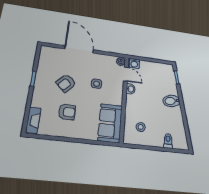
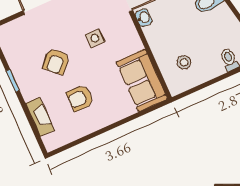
armchair: (67, 112) -> (80, 98), turned 180
fireplace: (33, 120) -> (40, 117), moved

